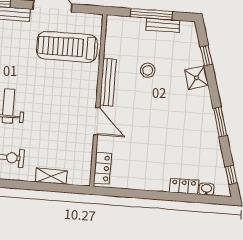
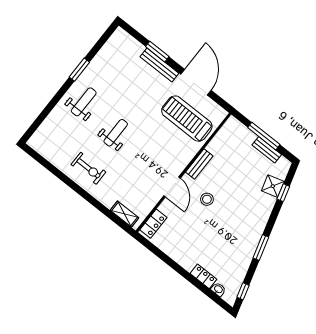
stool: (148, 70) -> (207, 199), moved
shower: (197, 78) -> (273, 186), moved
bench: (108, 82) -> (199, 164), width x0.73
shelving: (51, 176) -> (125, 214), moved

